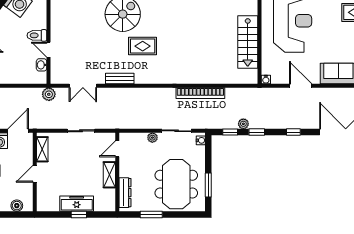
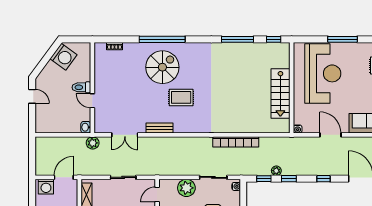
washbasin: (42, 65) -> (86, 127), moved
plant: (152, 138) -> (186, 188), width x1.87, depth x1.87

